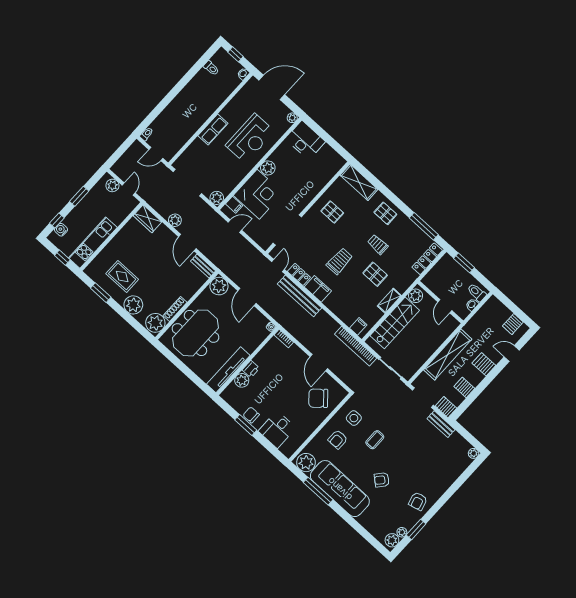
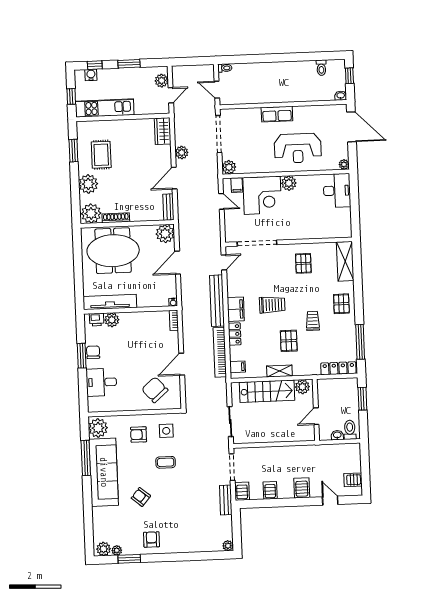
locker: (299, 274) -> (235, 334), moved
bookcase: (356, 346) -> (220, 352), moved
shelving: (448, 355) -> (282, 454), removed
printer: (251, 369) -> (97, 320), moved
armchair: (418, 501) -> (152, 540), turned 105

